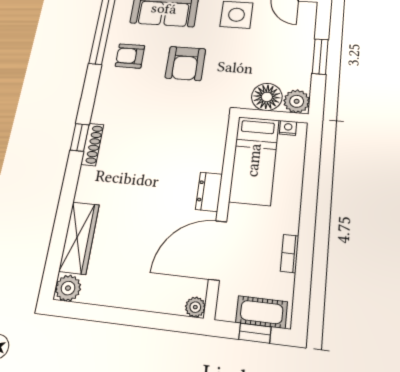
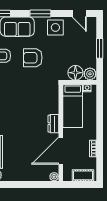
armchair: (185, 63) -> (33, 58), turned 90
window: (255, 333) -> (81, 184), removed

